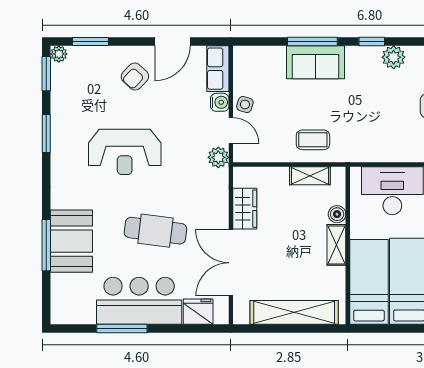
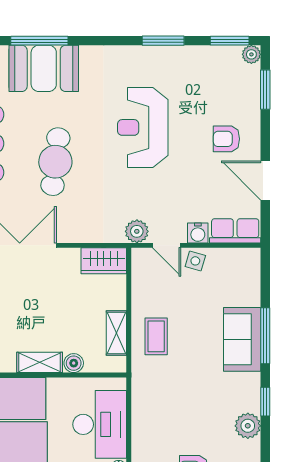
armchair: (135, 76) -> (226, 139), turned -43
door: (231, 130) -> (167, 245), hinge flipped
wardrobe: (245, 209) -> (104, 261), moved

